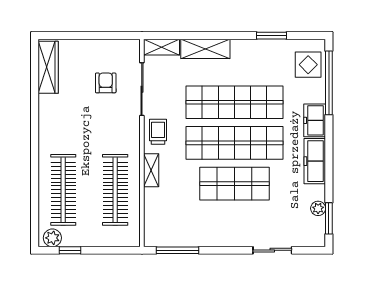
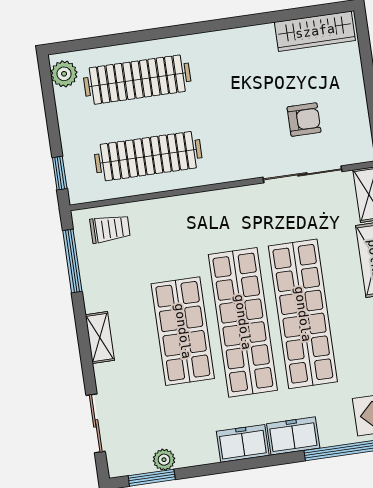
trolley: (158, 132) -> (110, 229), moved
freezer: (315, 161) -> (243, 443), width x0.71
shelving: (151, 170) -> (100, 337), moved, turned 90
window: (70, 250) -> (60, 173), moved
sliding door: (272, 250) -> (96, 423), moved

